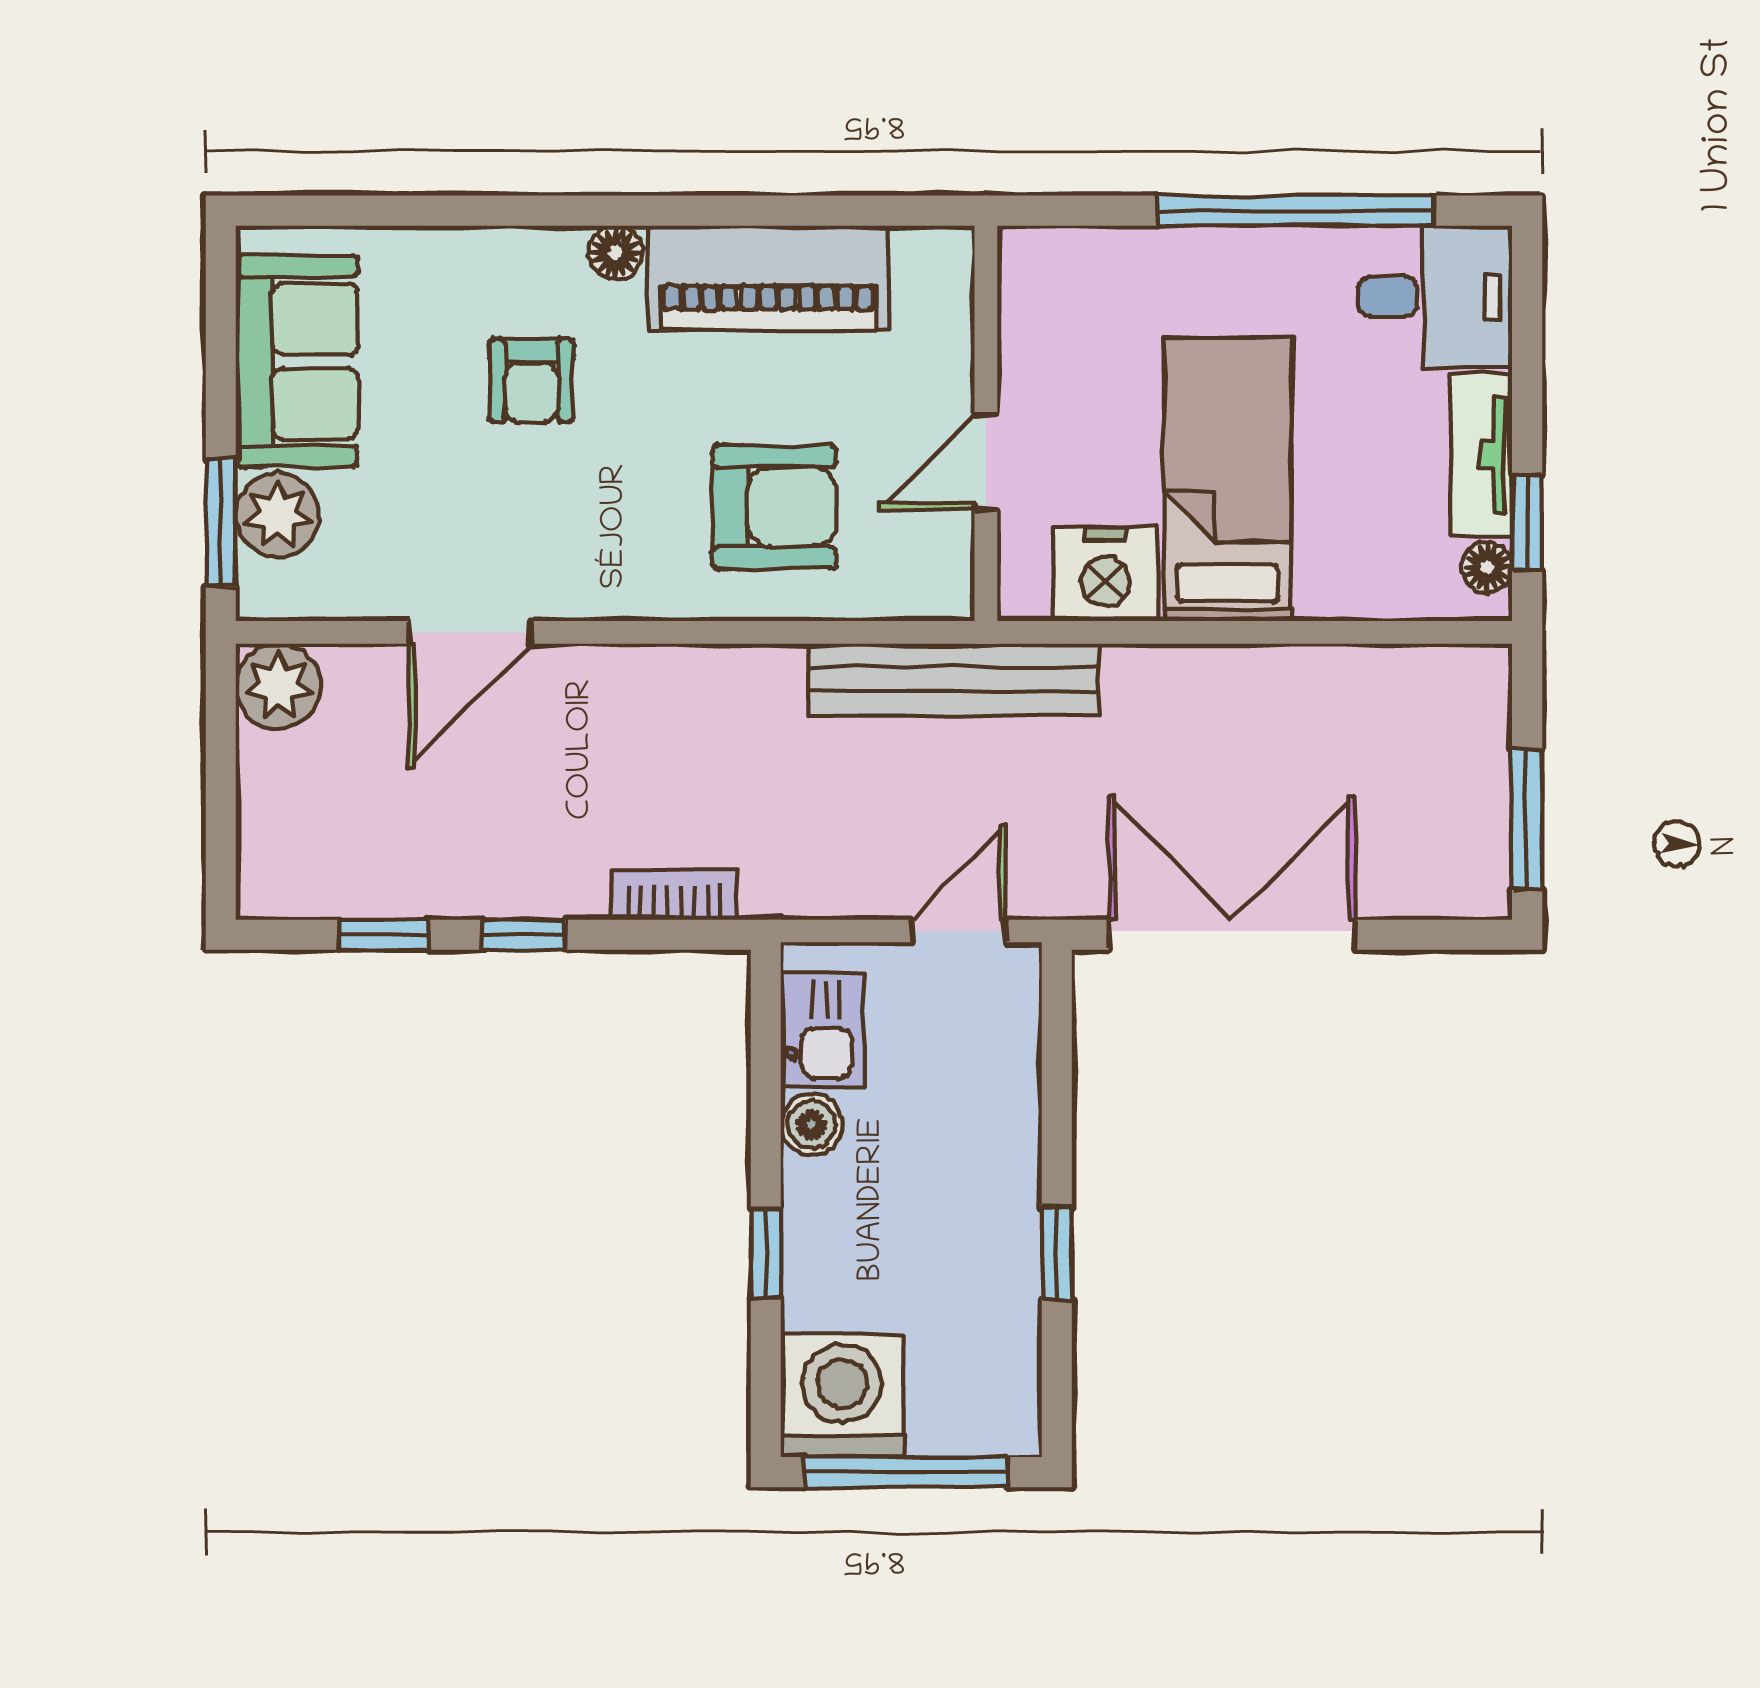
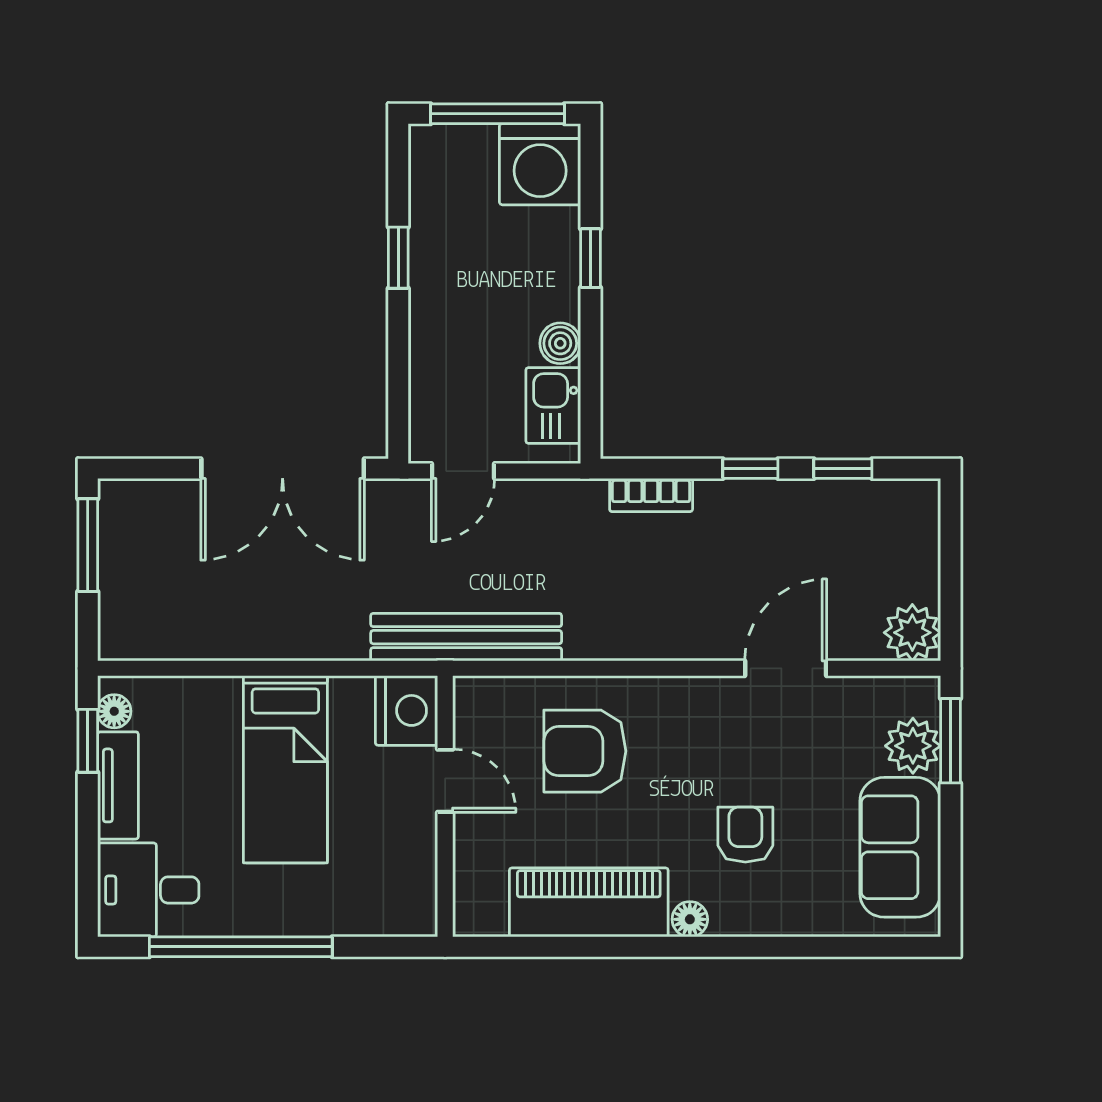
door: (986, 462) -> (445, 781), hinge flipped
nightstand: (1105, 574) -> (407, 710), moved, turned 90

